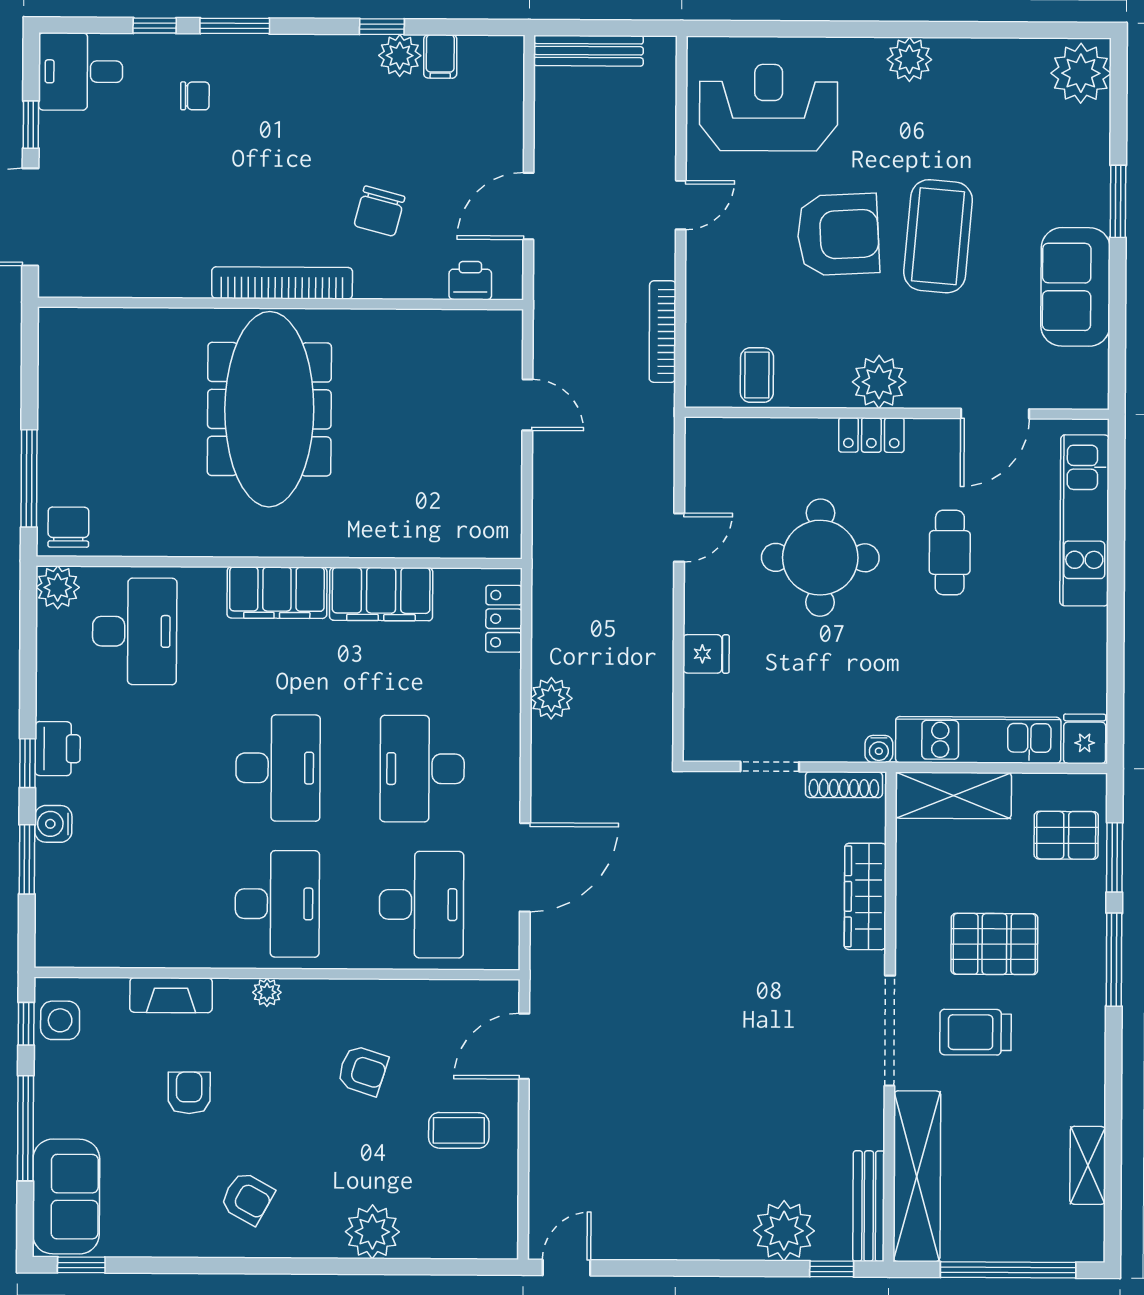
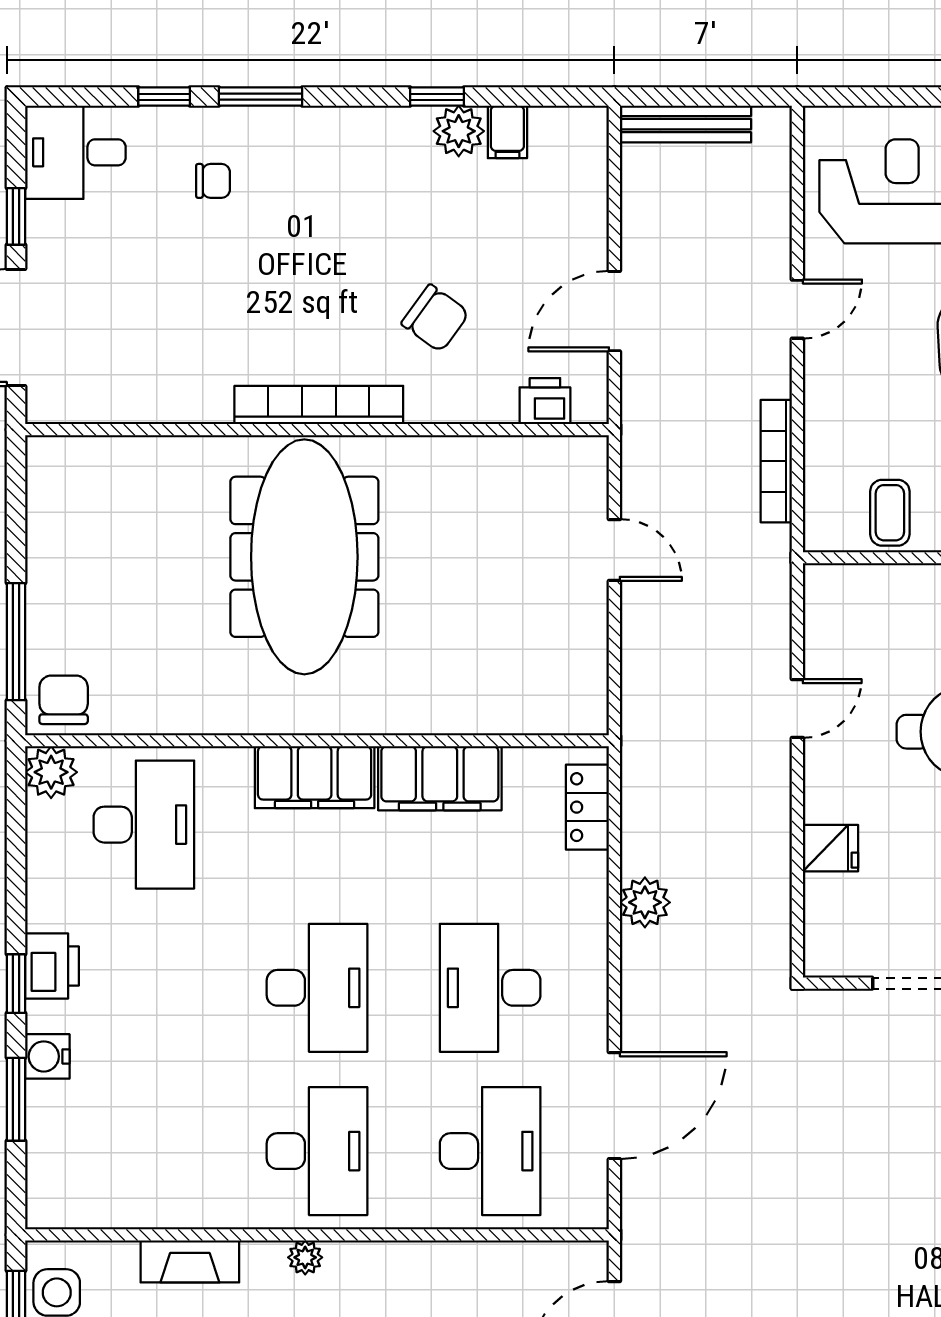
chair: (379, 211) -> (435, 318), turned -69

